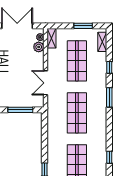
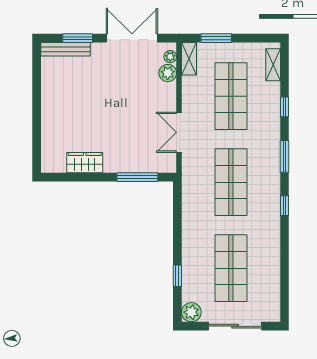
window: (83, 26) -> (216, 38), moved
window: (109, 157) -> (284, 206), moved

